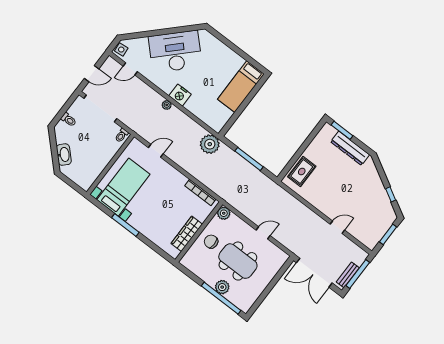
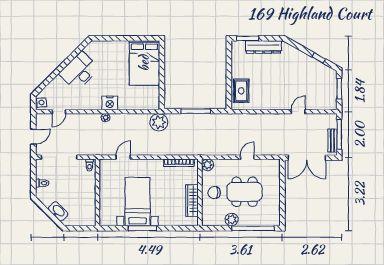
desk: (175, 52) -> (79, 71), width x0.73, depth x0.77
bed: (241, 87) -> (144, 63), width x1.50
bed with nightstands: (123, 187) -> (138, 202), moved
plant: (222, 287) -> (232, 220), moved

